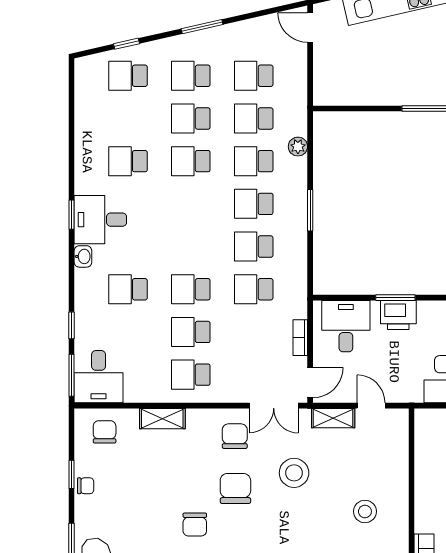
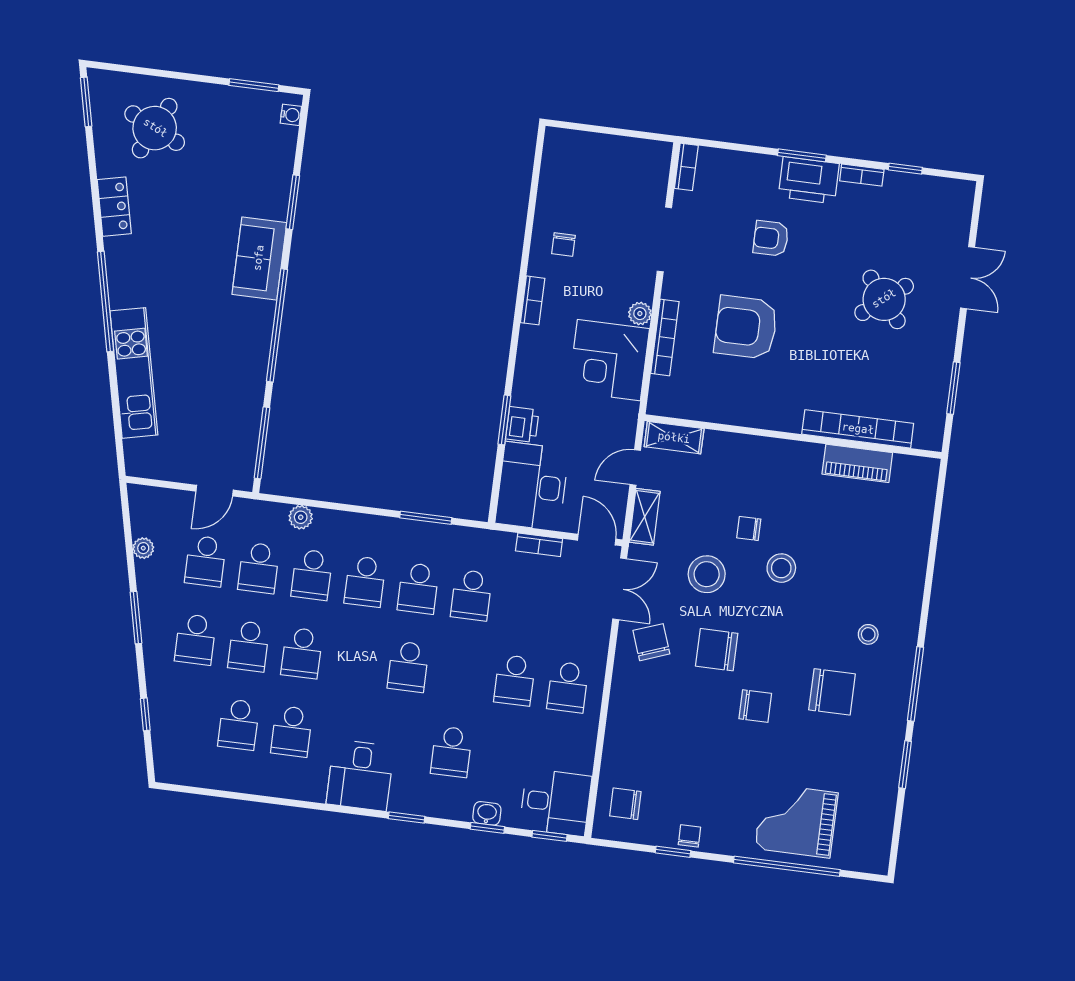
plant: (258, 25) -> (143, 548), added
door: (310, 28) -> (215, 491), moved
school desk: (128, 76) -> (239, 725), moved
window: (353, 108) -> (262, 443), added
window: (310, 210) -> (426, 518), moved
window: (71, 215) -> (407, 818), moved
washbasin: (83, 256) -> (487, 813), moved
school desk: (191, 289) -> (408, 667), moved
printer: (398, 315) -> (522, 425), width x0.73, depth x0.81
desk: (346, 326) -> (532, 486), width x1.37
window: (71, 375) -> (549, 836), width x0.67
shelving: (162, 419) -> (674, 438), moved, turned 90
chair: (235, 436) -> (651, 642), turned 70
chair: (334, 502) -> (749, 528), added
stool: (365, 511) -> (781, 568), moved

